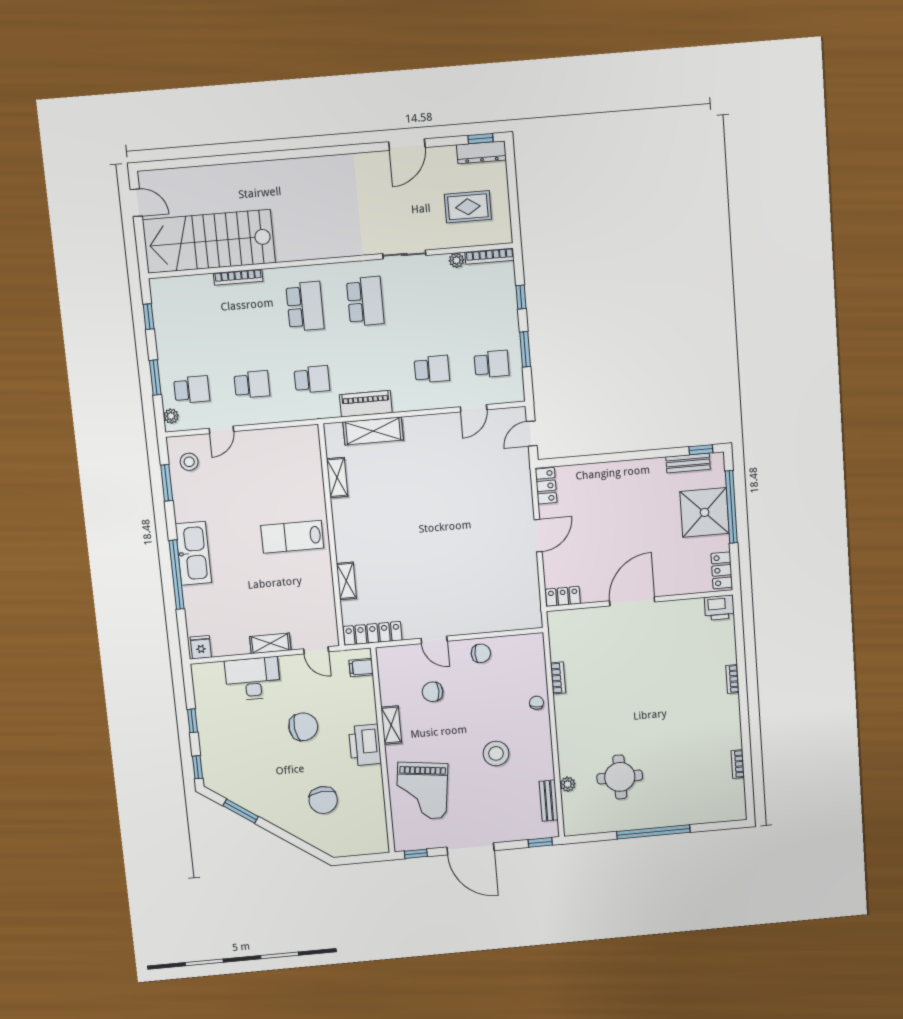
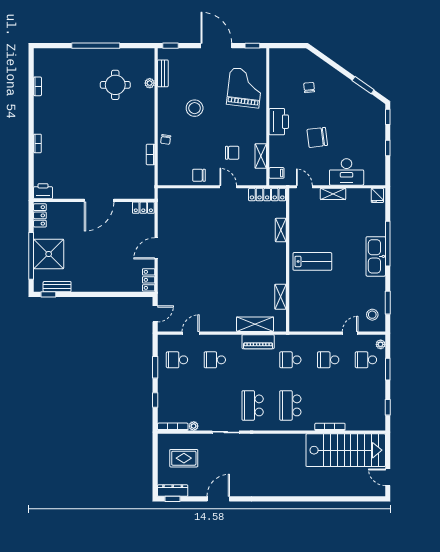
shelving: (391, 725) -> (261, 156), moved
chair: (323, 800) -> (309, 88), width x0.54, depth x0.54

